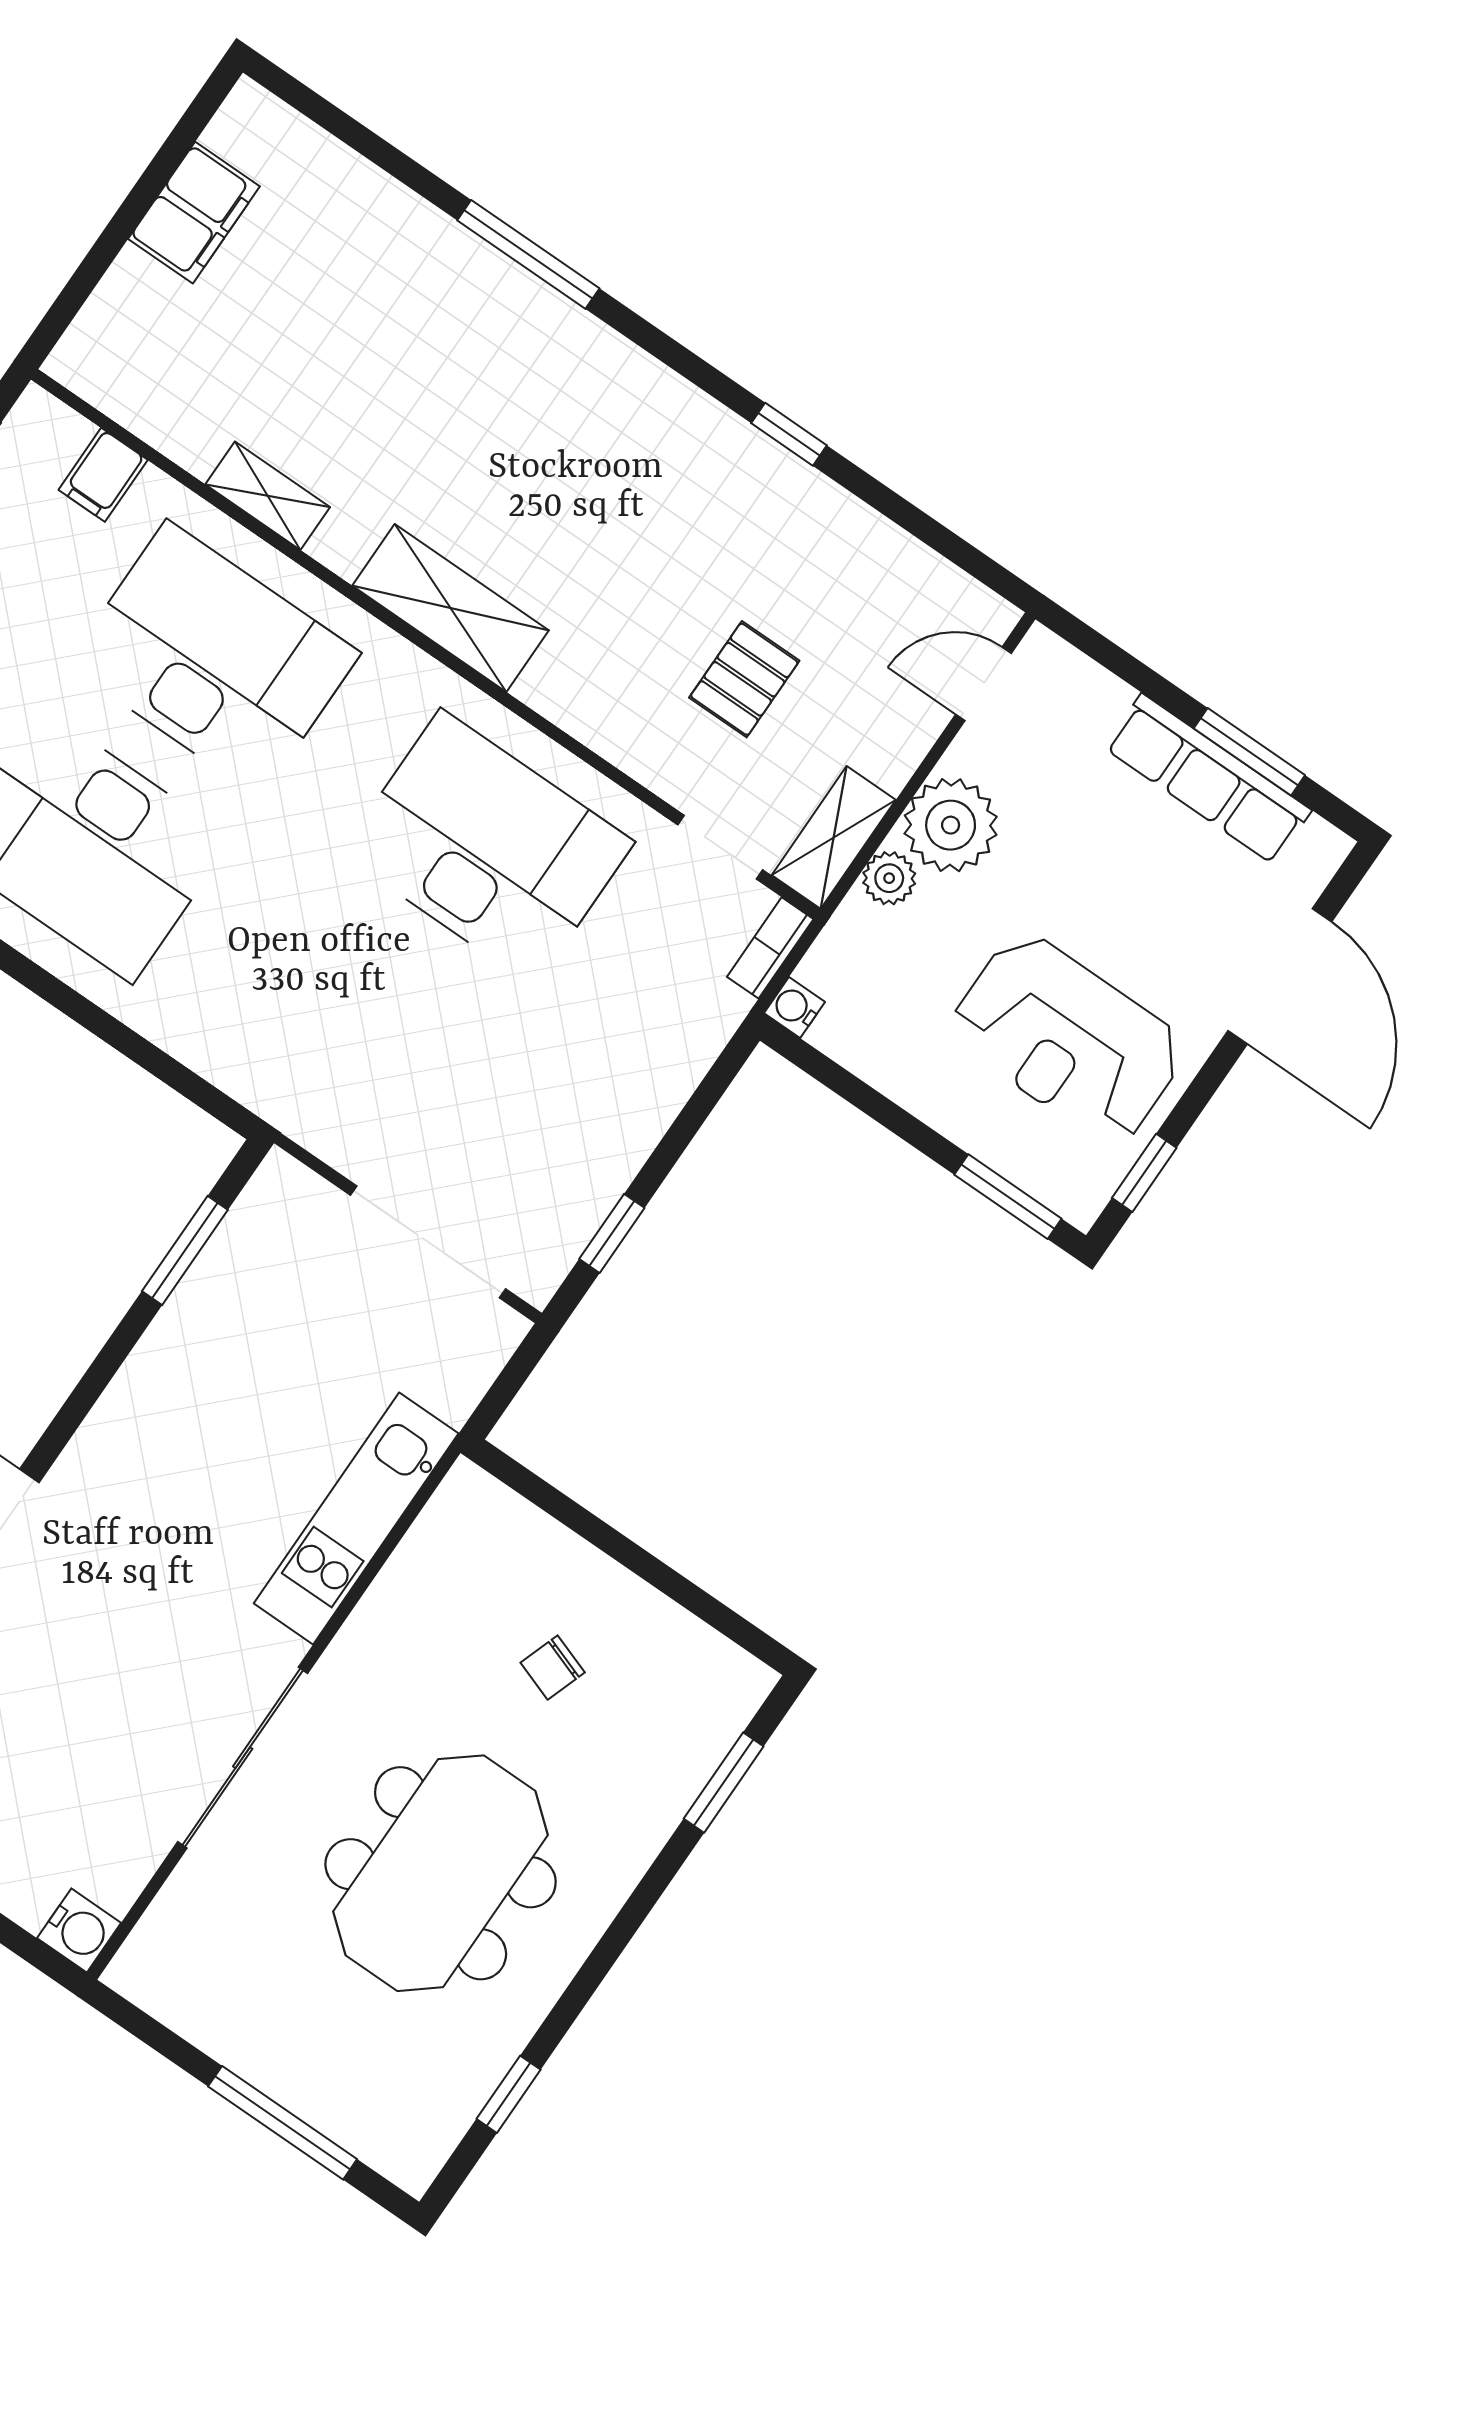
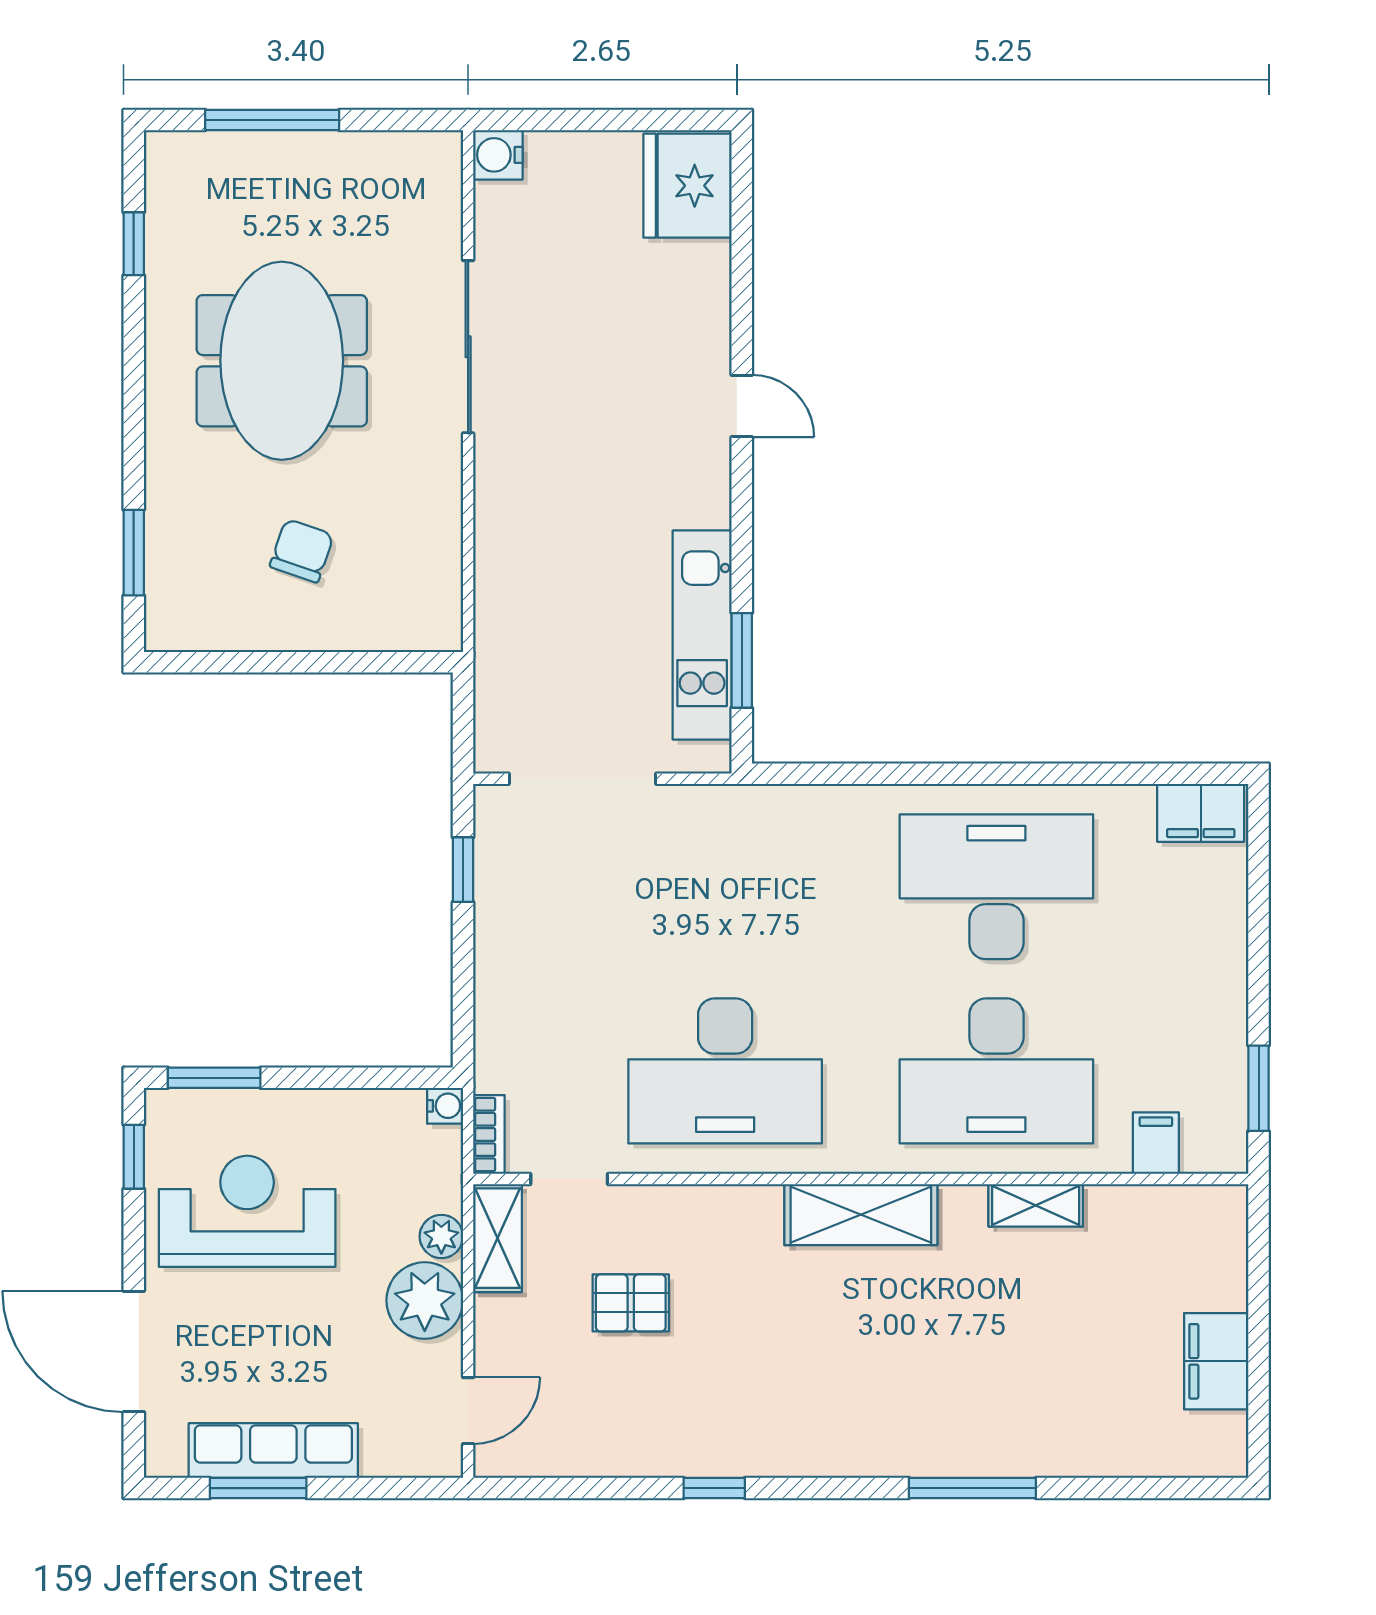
pallet: (744, 679) -> (631, 1303), turned 90
kitchen unit: (356, 1518) -> (702, 635), moved, turned 180
chair: (553, 1668) -> (302, 551), width x1.37, depth x1.37

